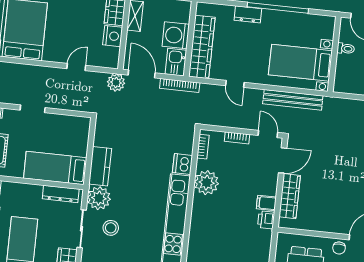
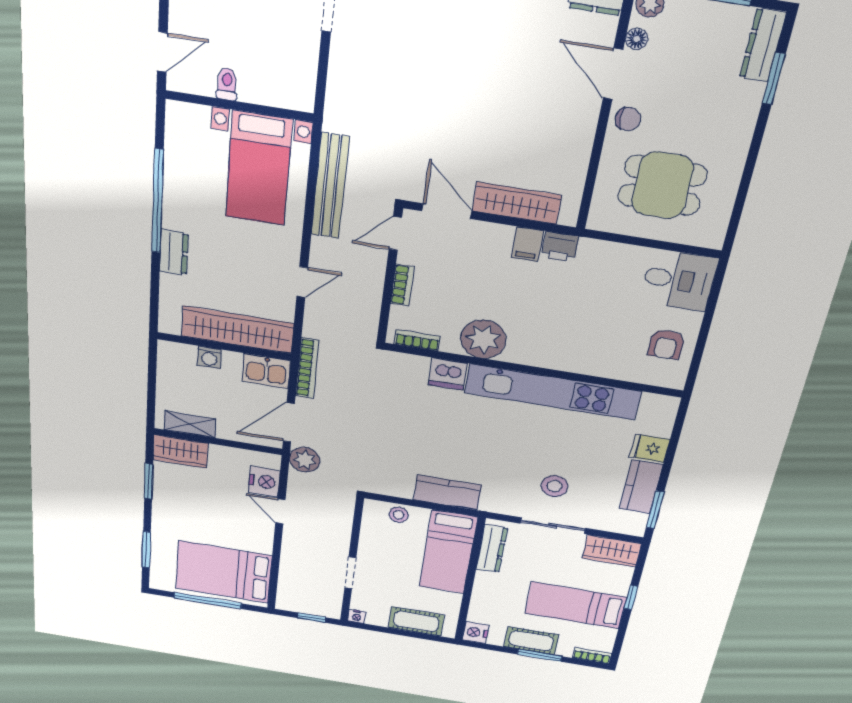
washing machine: (176, 35) -> (209, 357), width x0.53, depth x0.53
nightstand: (113, 36) -> (264, 482), moved, turned 90
stool: (81, 138) -> (399, 515), added
plant: (99, 198) -> (502, 498), removed

